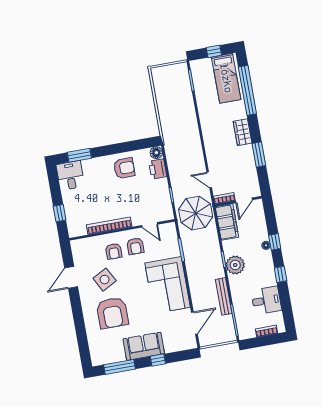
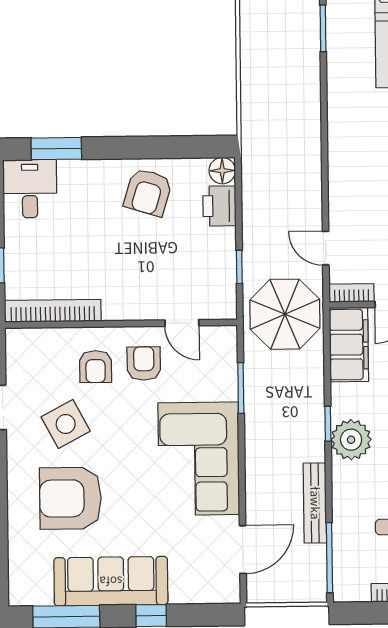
armchair: (124, 168) -> (148, 192), turned 107
bookcase: (109, 226) -> (53, 311), moved
armchair: (135, 246) -> (144, 363), turned 180
armchair: (112, 313) -> (70, 498), turned 90
sofa: (144, 346) -> (111, 581), width x1.36

